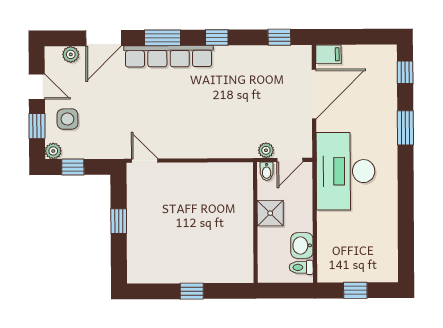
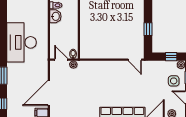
door: (290, 160) -> (61, 60), hinge flipped
desk: (346, 171) -> (21, 42), moved, turned 180
shower: (270, 213) -> (71, 33), removed

